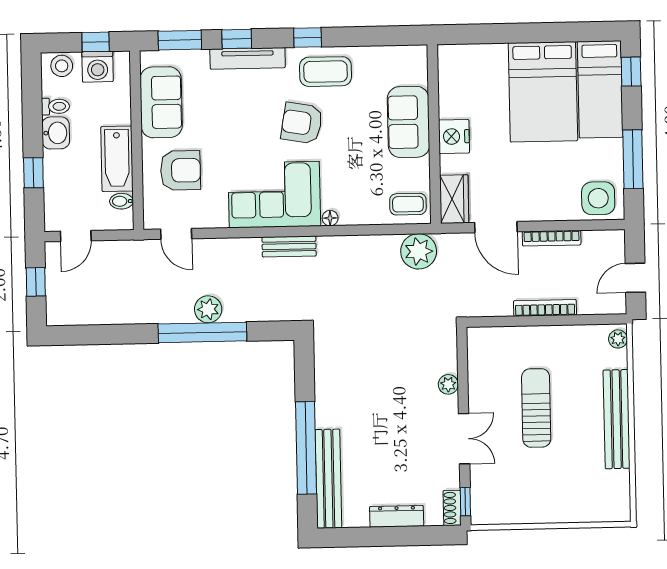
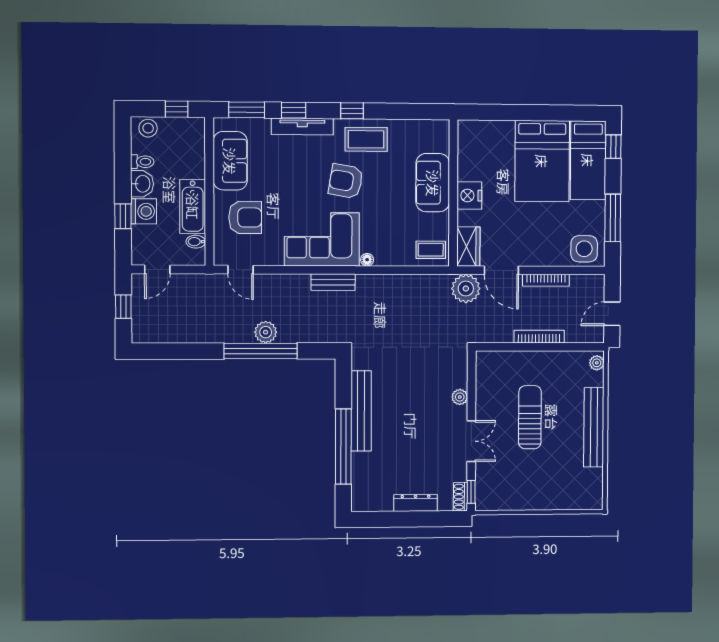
washing machine: (98, 67) -> (144, 211), moved, turned -90
plant: (419, 251) -> (466, 289), moved
bench: (328, 479) -> (361, 411), moved

